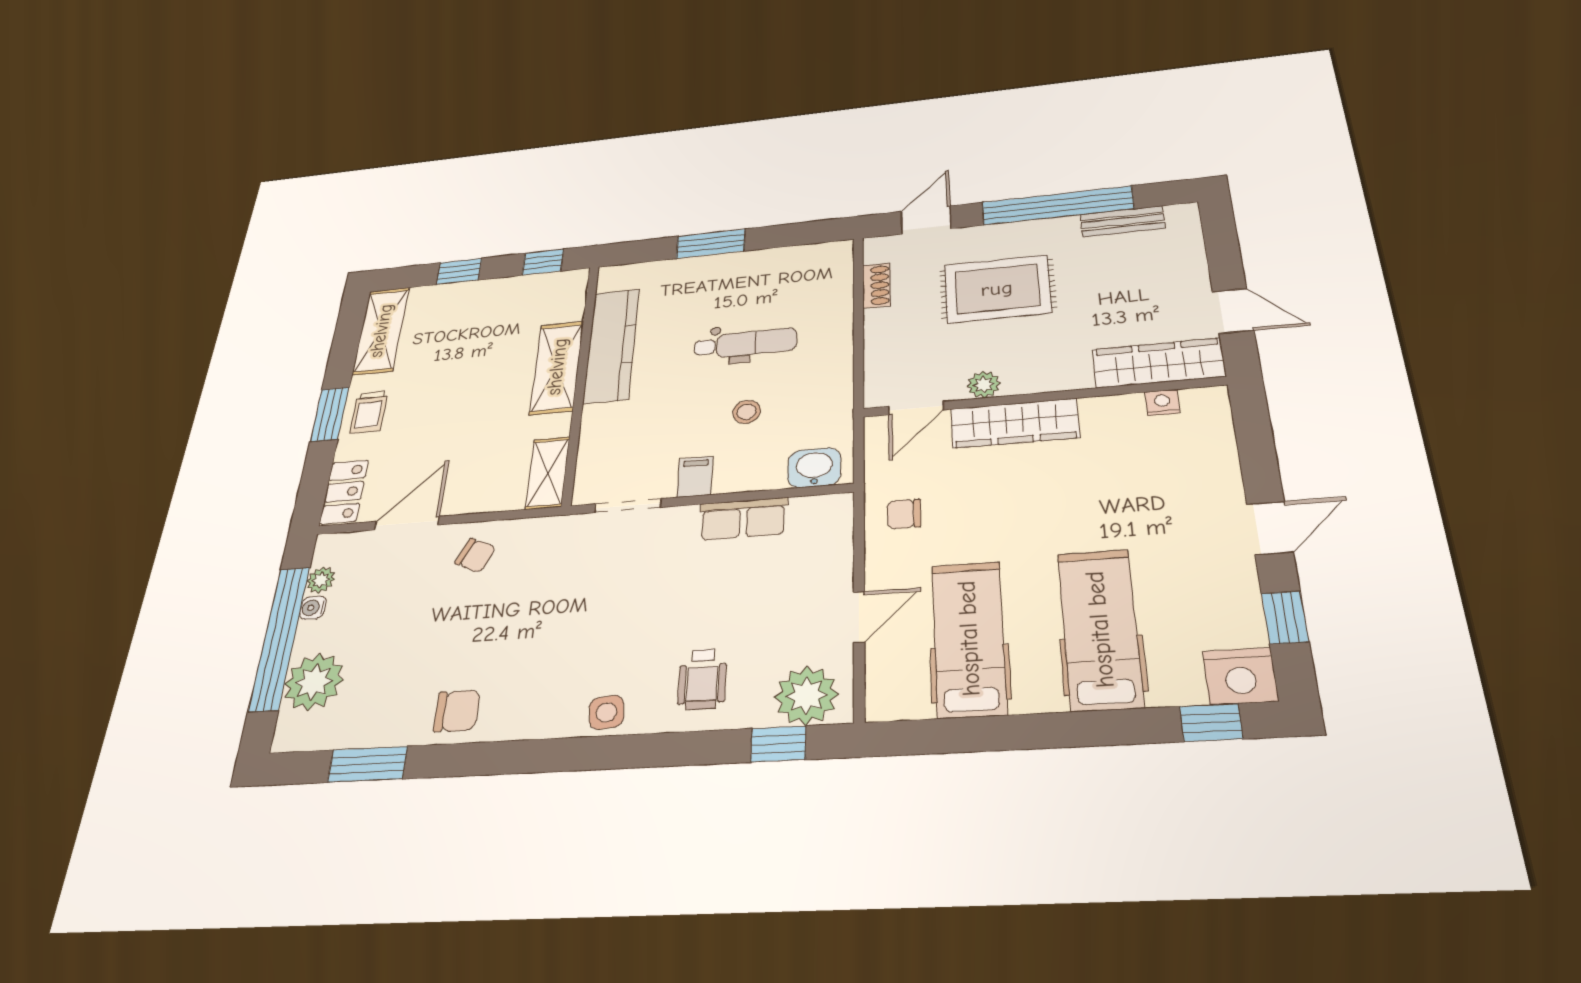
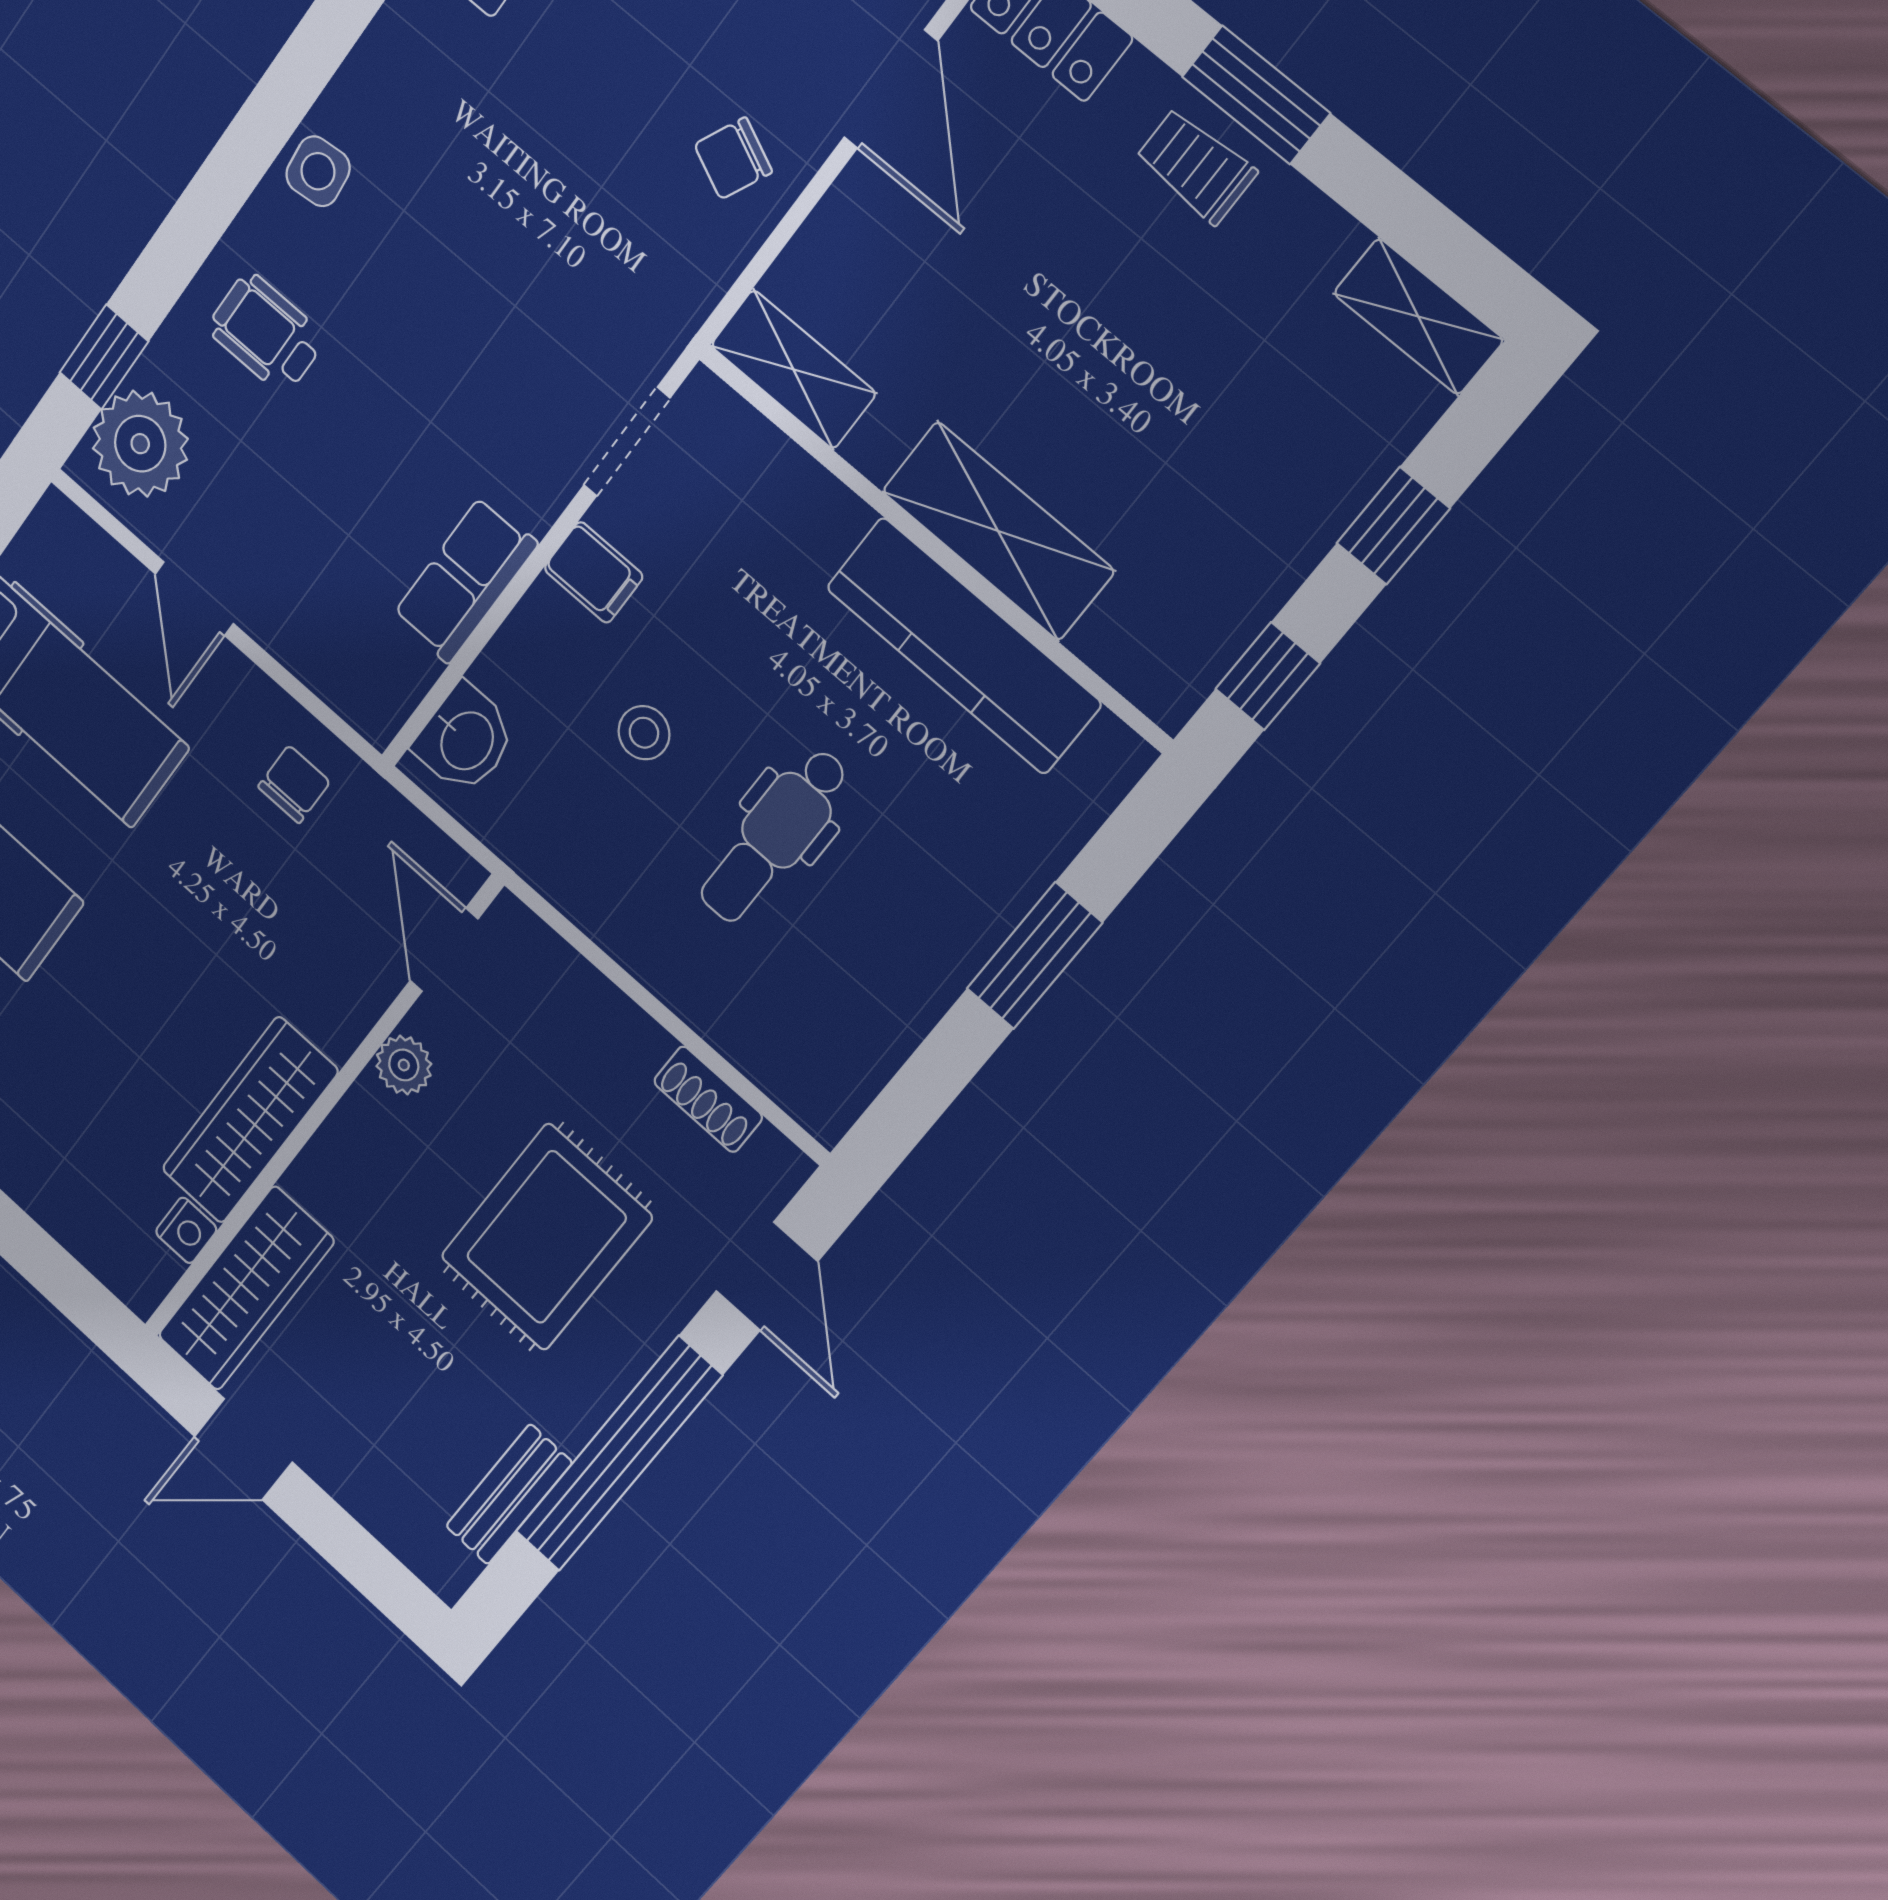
shelving: (381, 331) -> (1418, 317), width x0.67, depth x0.75
wardrobe: (1015, 423) -> (250, 1120), moved

